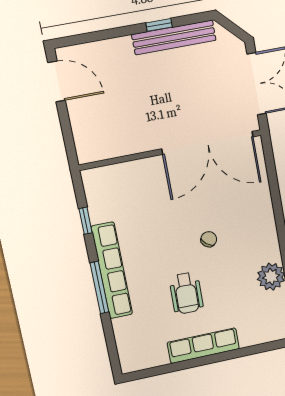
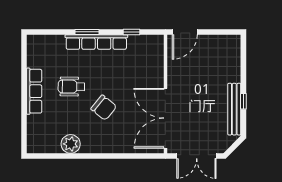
door: (57, 81) -> (185, 32), moved
chair: (209, 239) -> (104, 108), width x1.87, depth x1.87
window: (99, 288) -> (87, 32), width x0.69

